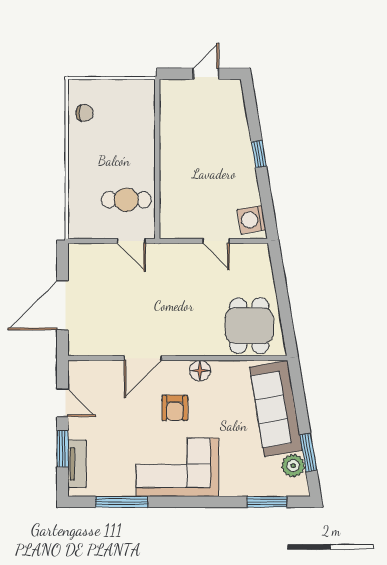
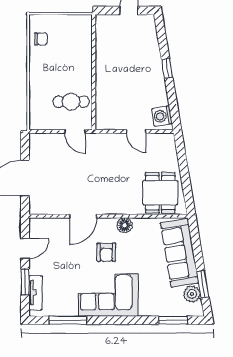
door: (62, 403) -> (25, 249), hinge flipped

